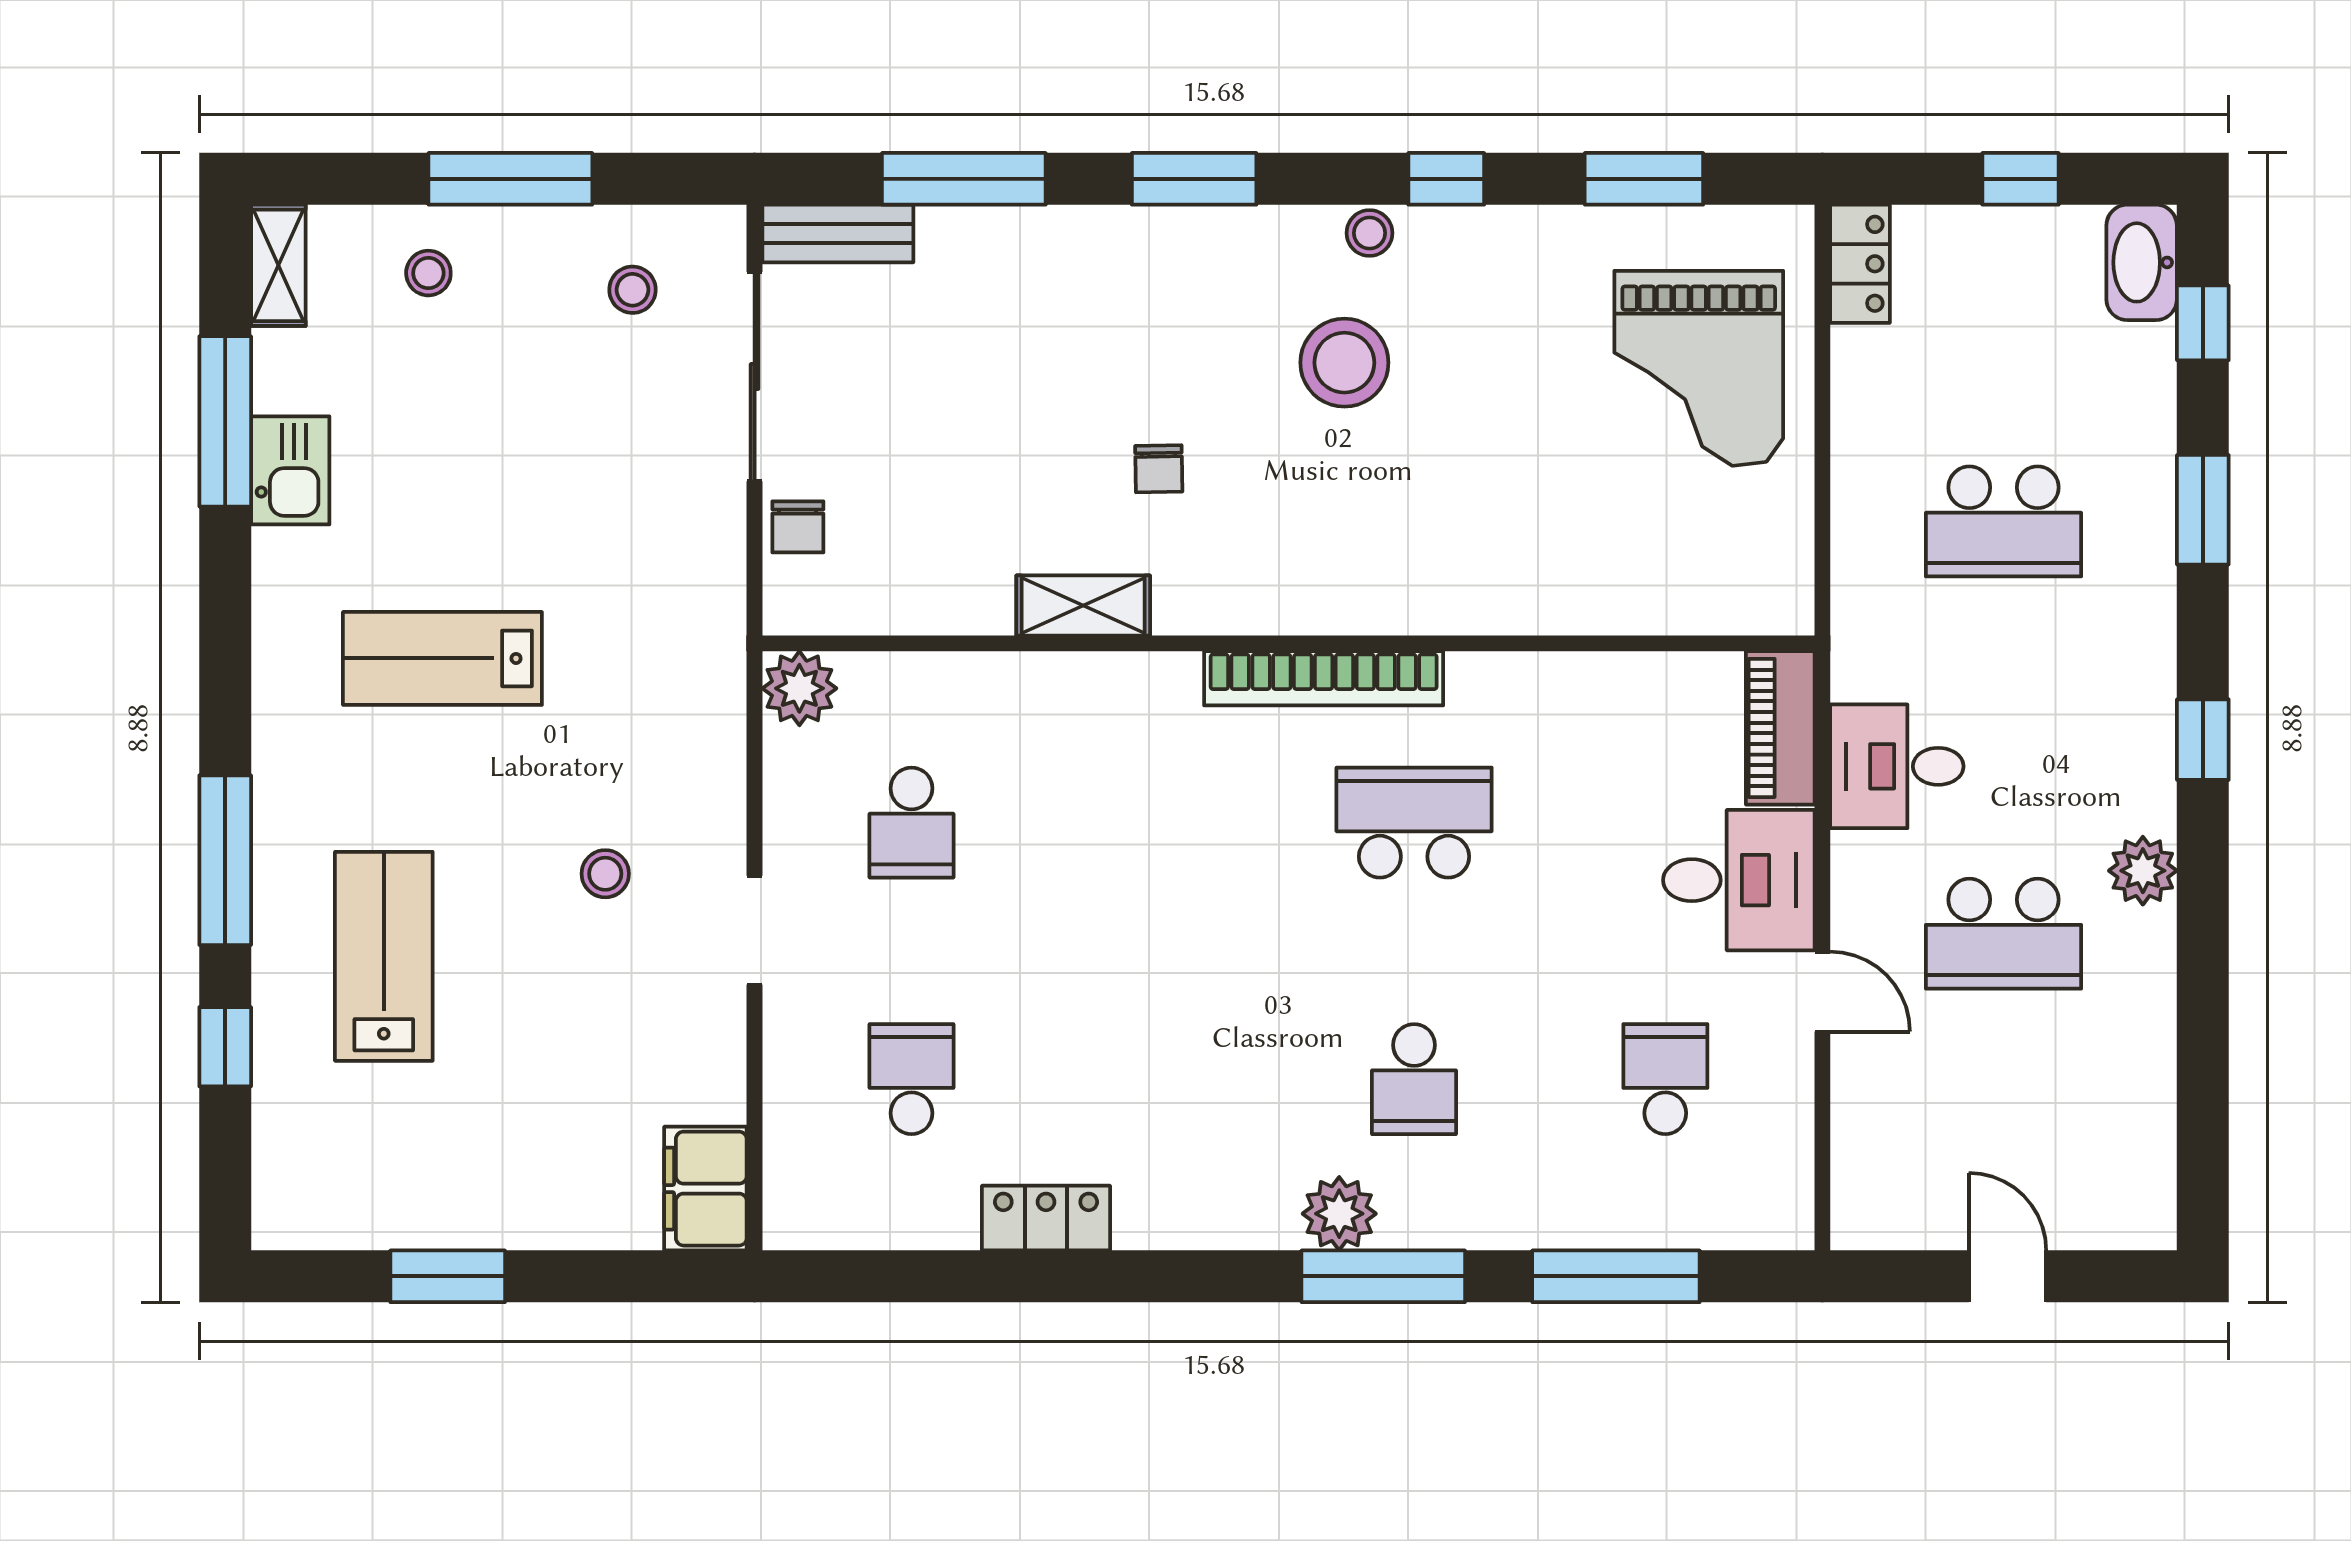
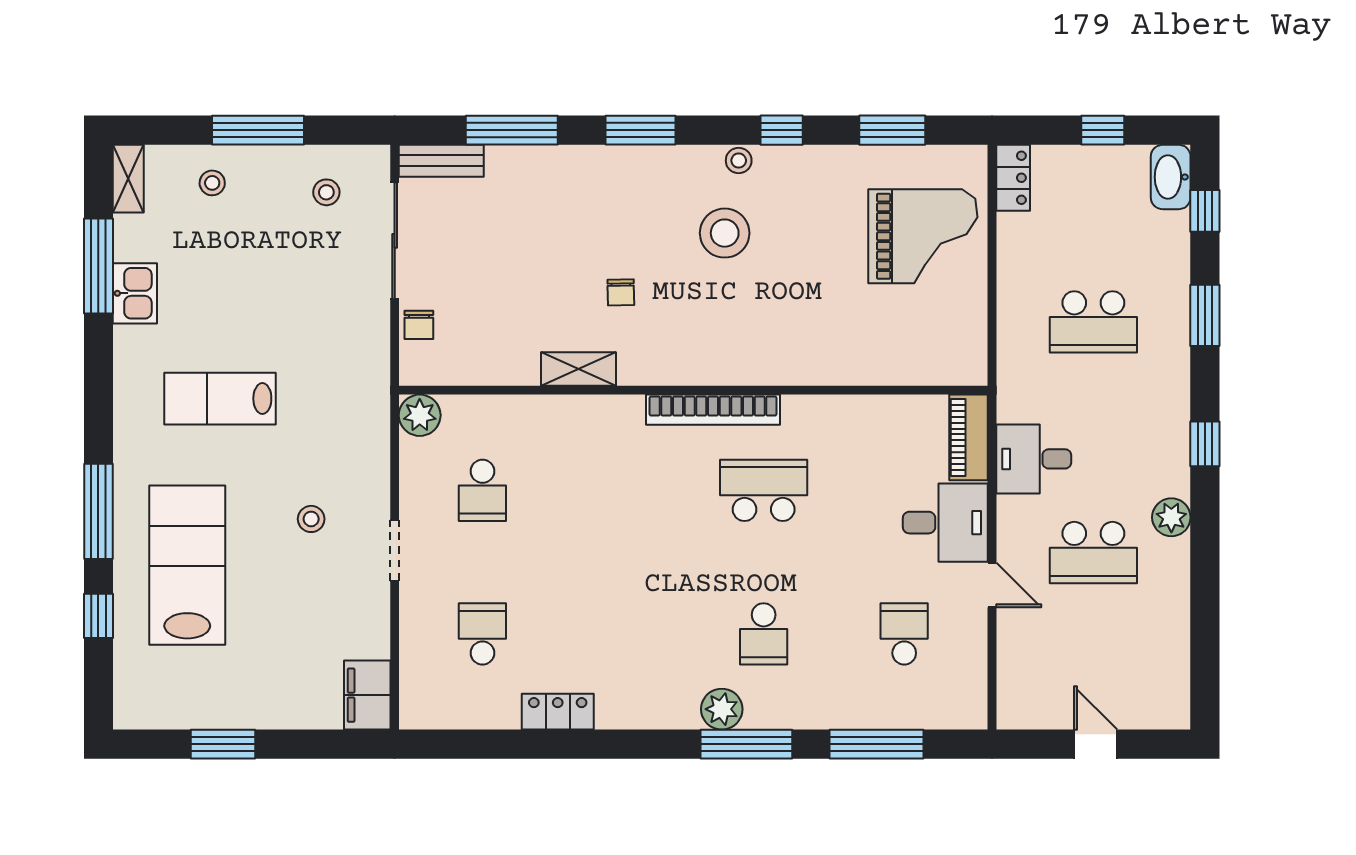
grand piano: (1699, 368) -> (923, 236), turned -90
lab bench: (384, 956) -> (187, 565), width x1.36, depth x1.39

